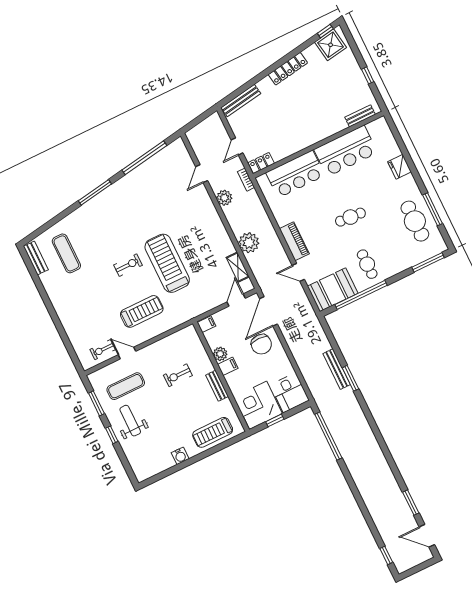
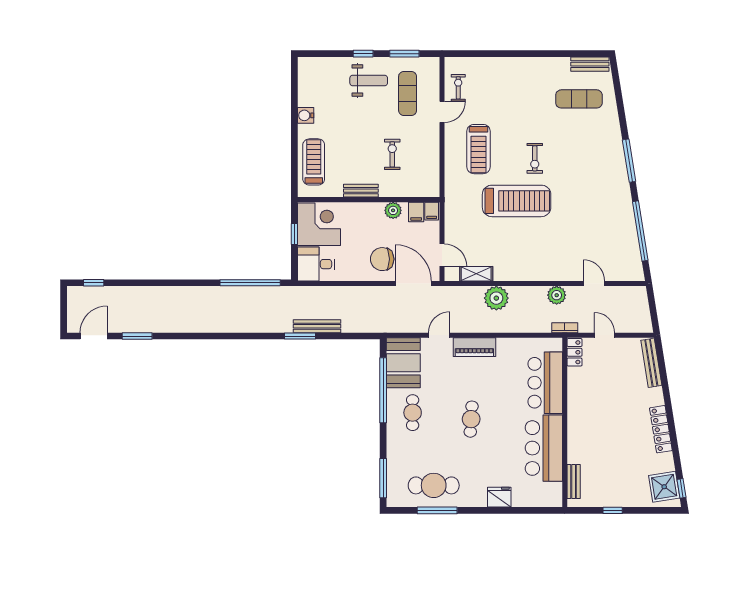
cafe table: (367, 264) -> (413, 413), turned 90
filing cabinet: (228, 366) -> (416, 212), moved

